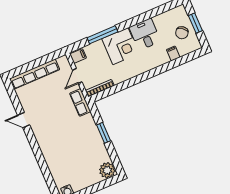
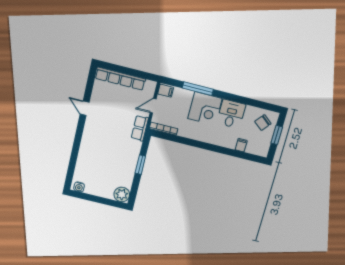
chair: (182, 33) -> (263, 123), moved

